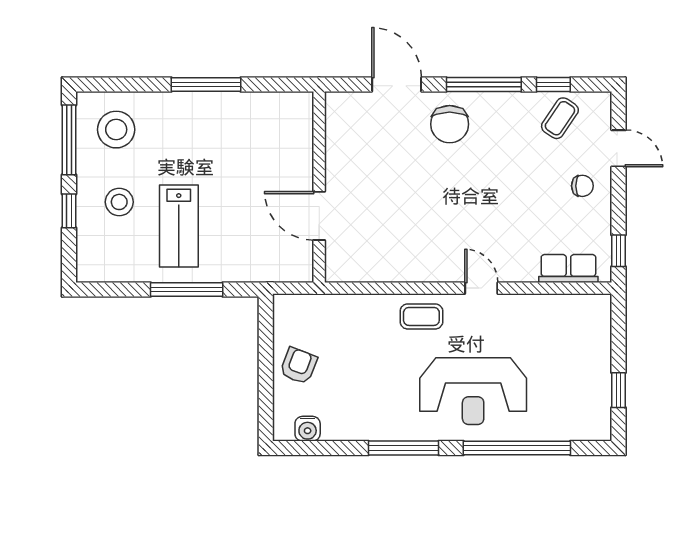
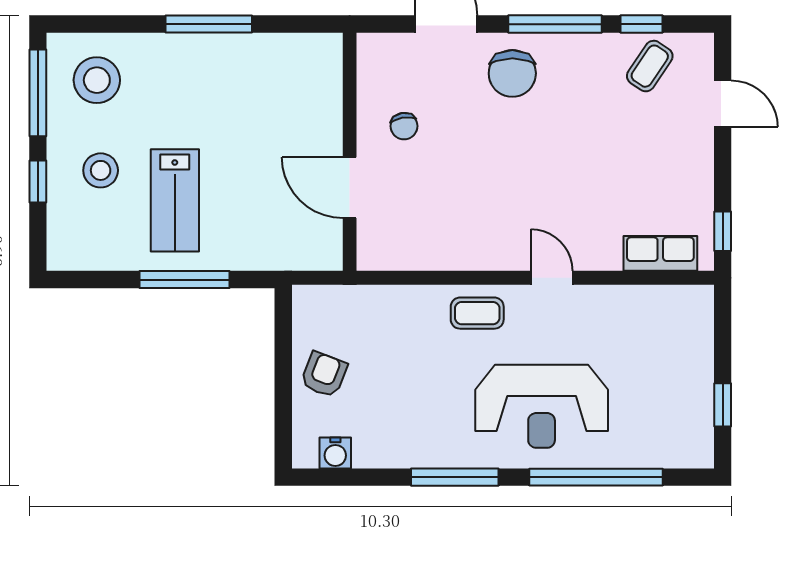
chair: (582, 186) -> (404, 126), moved, turned 81

